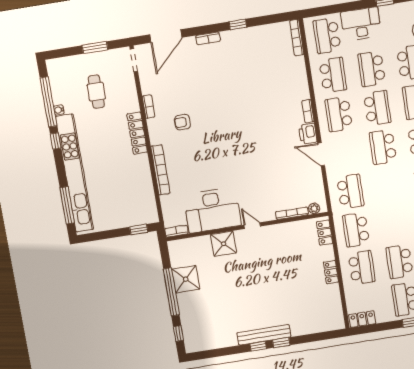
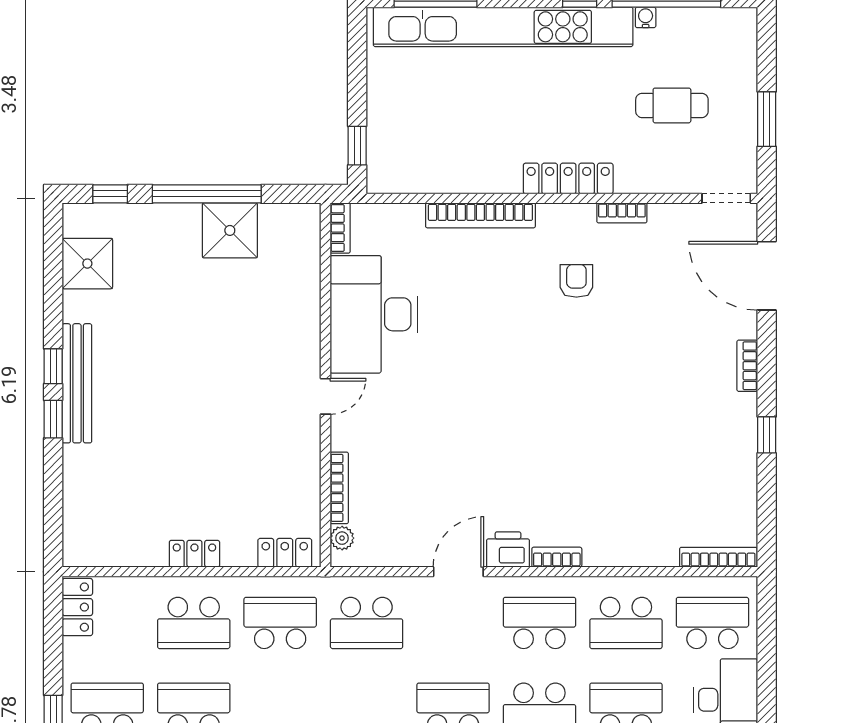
shower: (224, 244) -> (87, 264), moved

